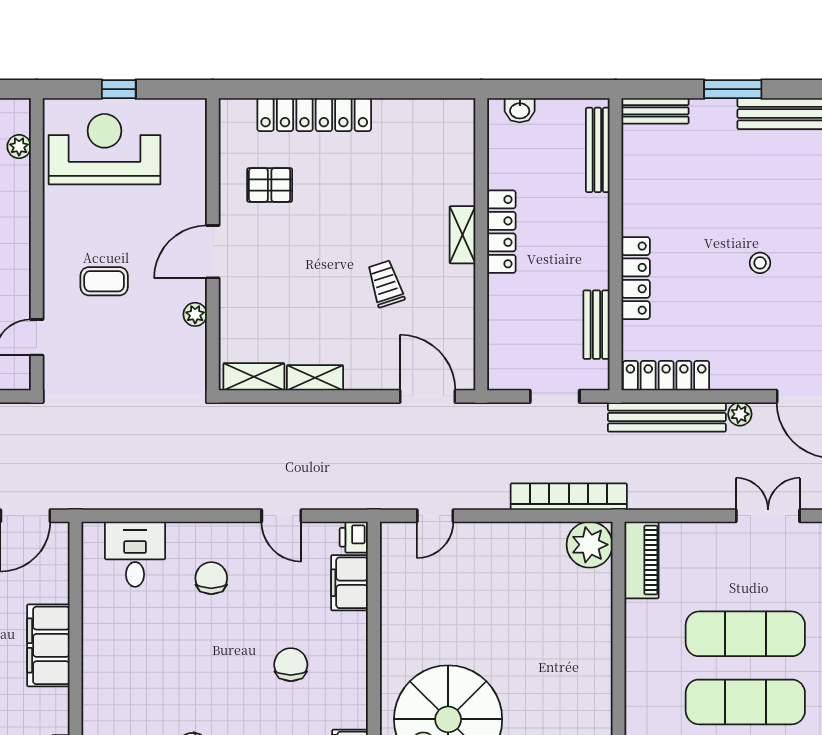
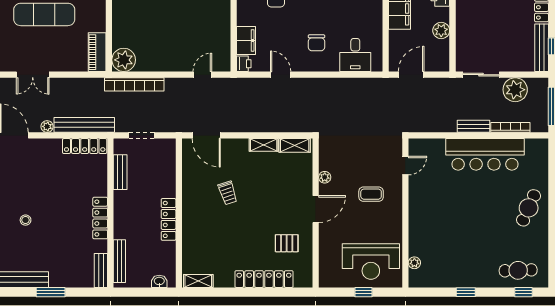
bench: (655, 111) -> (101, 270), moved, turned 90
shelving: (462, 235) -> (198, 281), moved, turned 90
stool: (760, 263) -> (26, 220), moved
locker: (636, 278) -> (100, 218), moved

